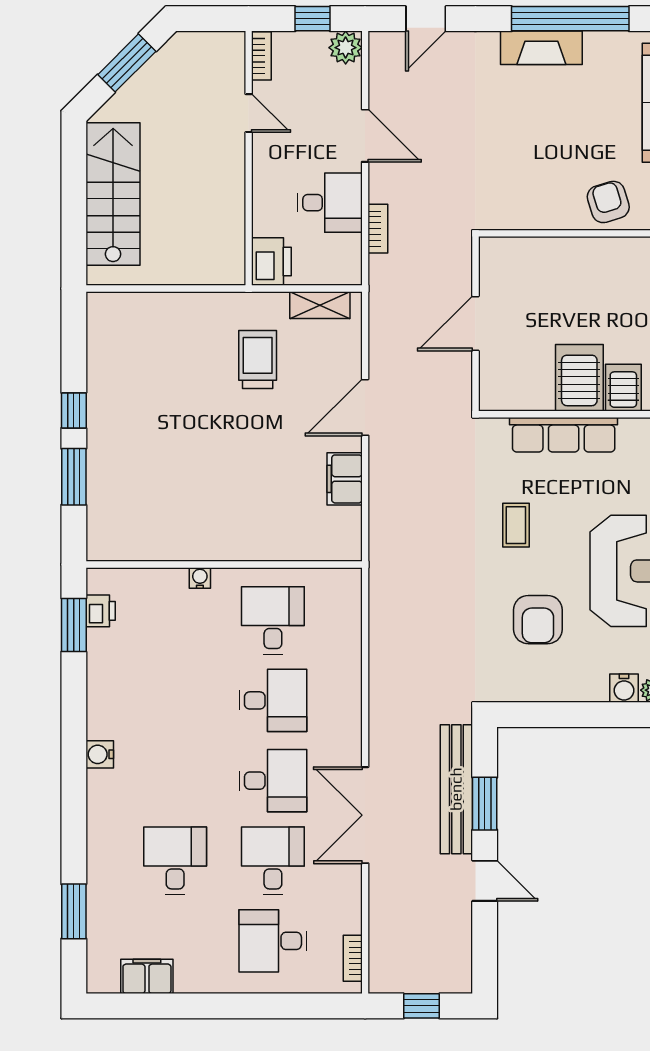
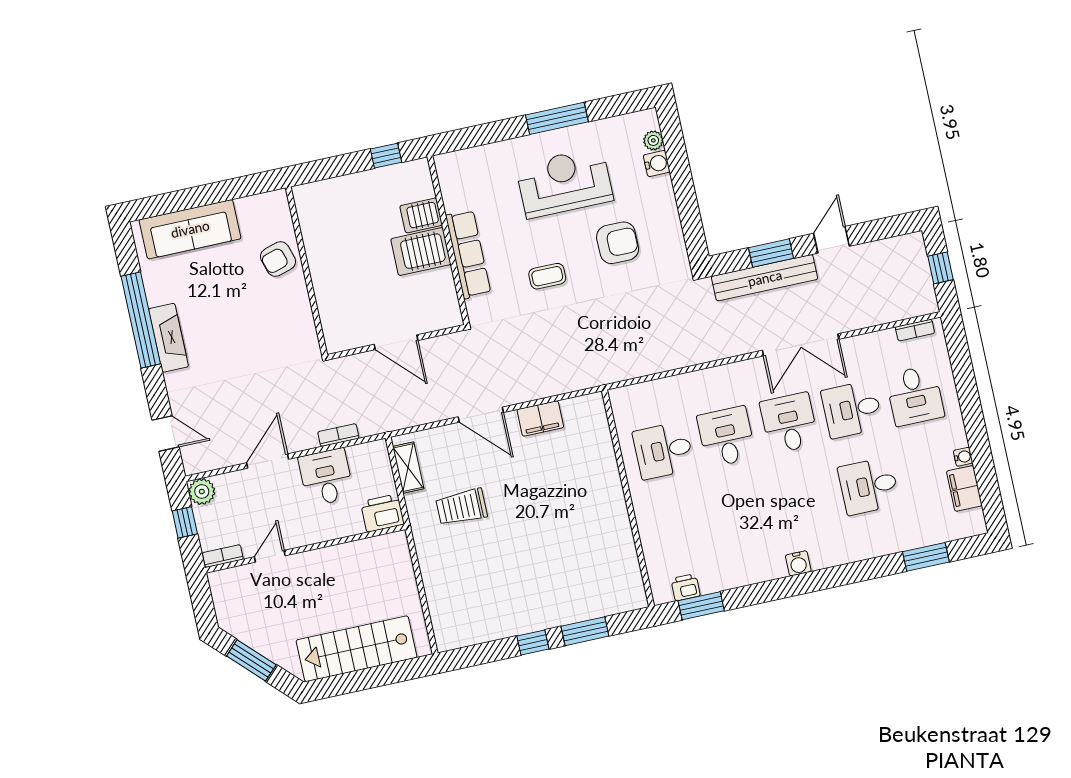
water cooler: (200, 578) -> (963, 457), moved, turned 180

